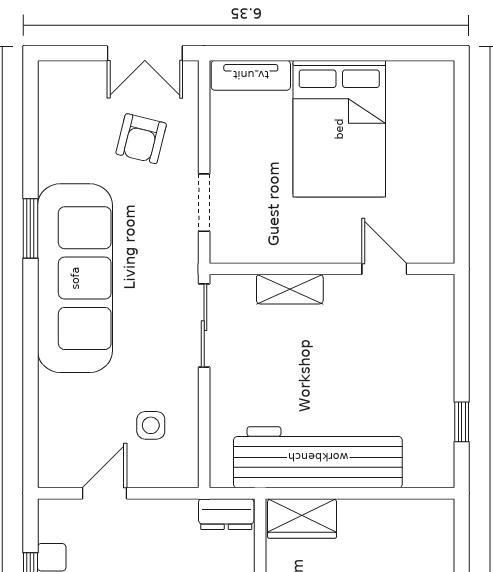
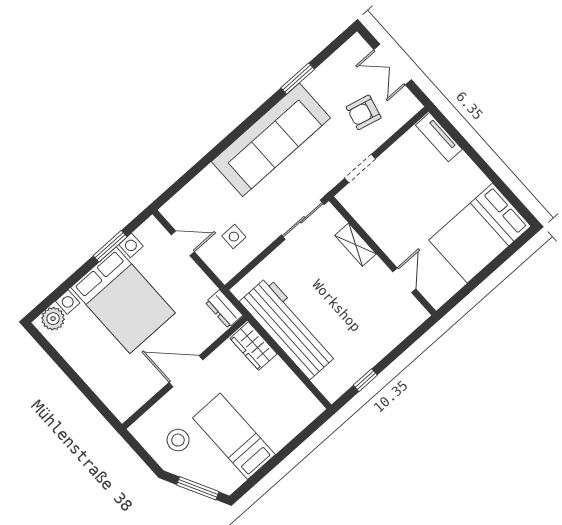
double door: (145, 53) -> (393, 65), moved
bed: (339, 129) -> (480, 233), moved
window: (30, 228) -> (298, 78), moved

